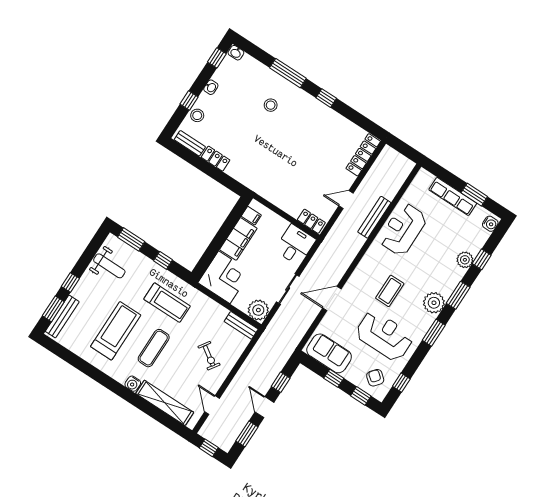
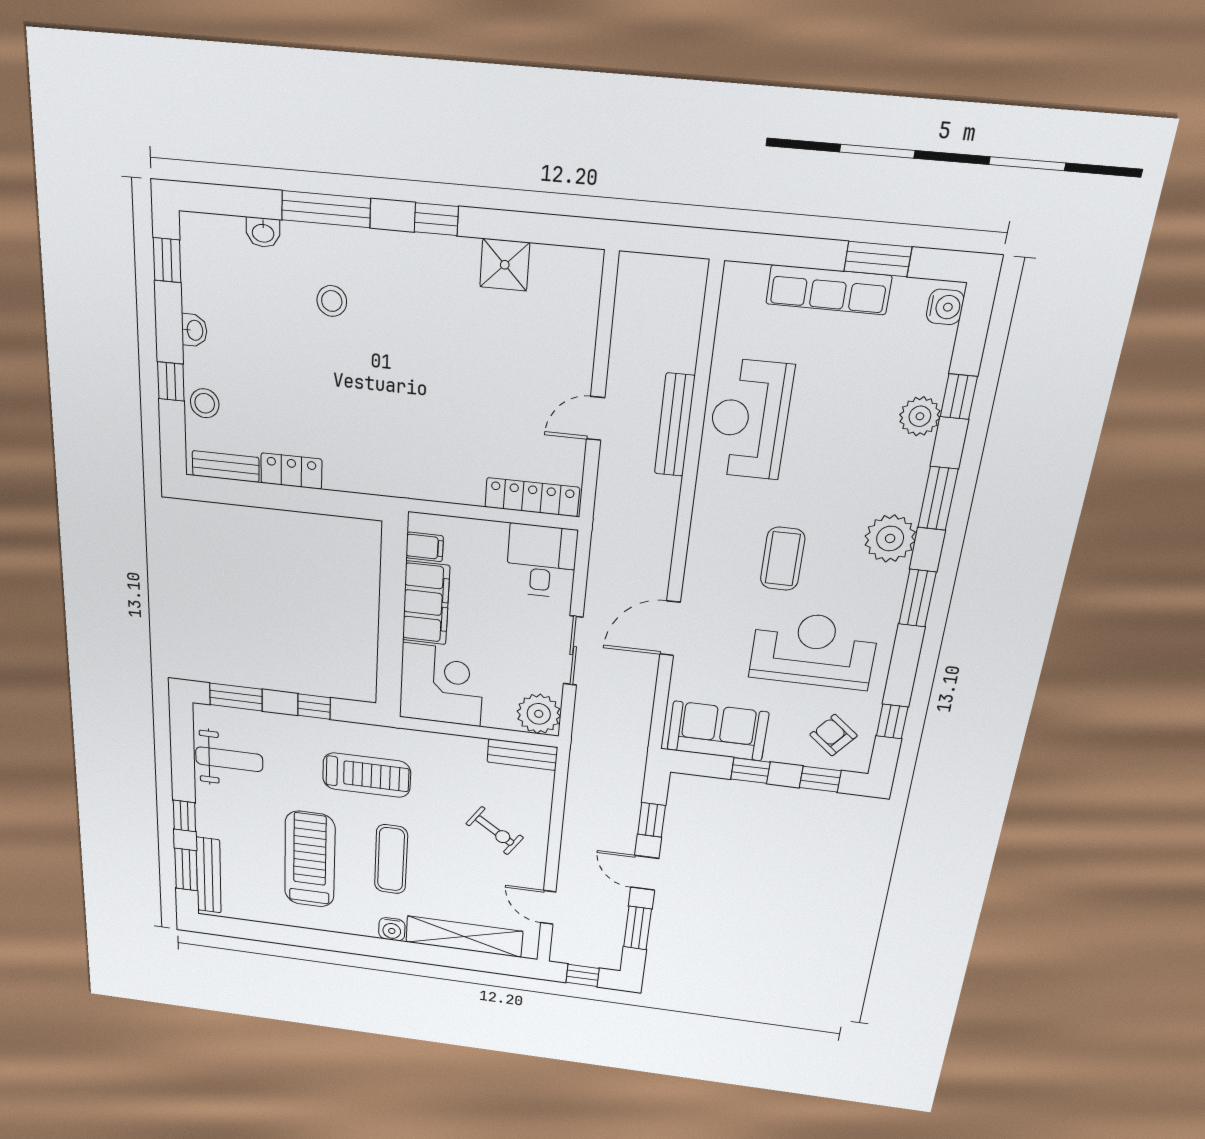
washbasin: (236, 53) -> (263, 232), moved
shower: (342, 127) -> (505, 265), added
locker: (363, 155) -> (582, 303), removed
locker: (311, 221) -> (532, 497), width x1.53

